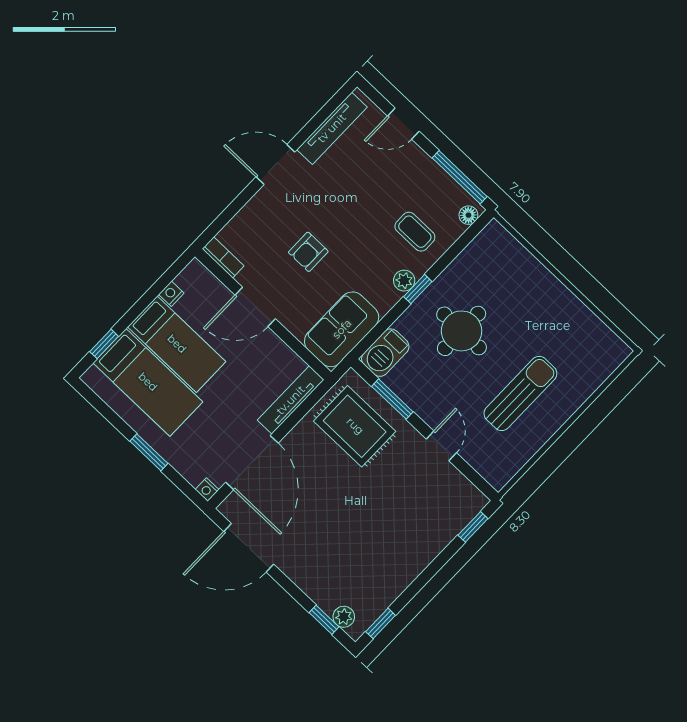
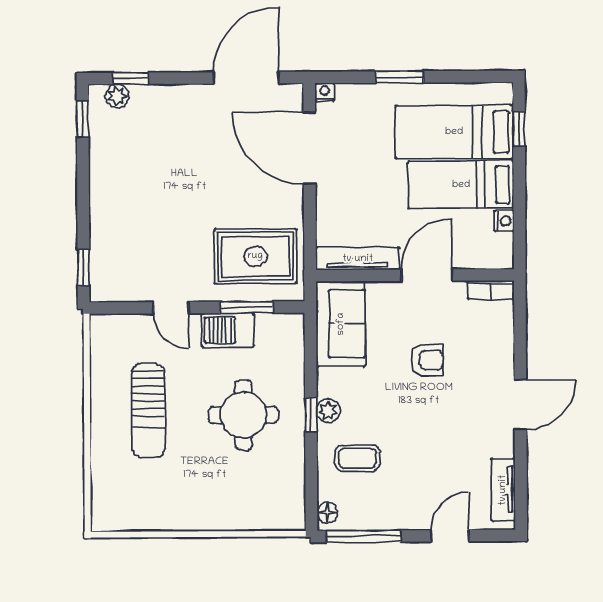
tv unit: (332, 128) -> (503, 490), width x0.71
armchair: (308, 252) -> (427, 360), turned 90
barbecue: (385, 353) -> (228, 330), moved, turned -90
tv unit: (291, 400) -> (358, 259), moved, turned -90

